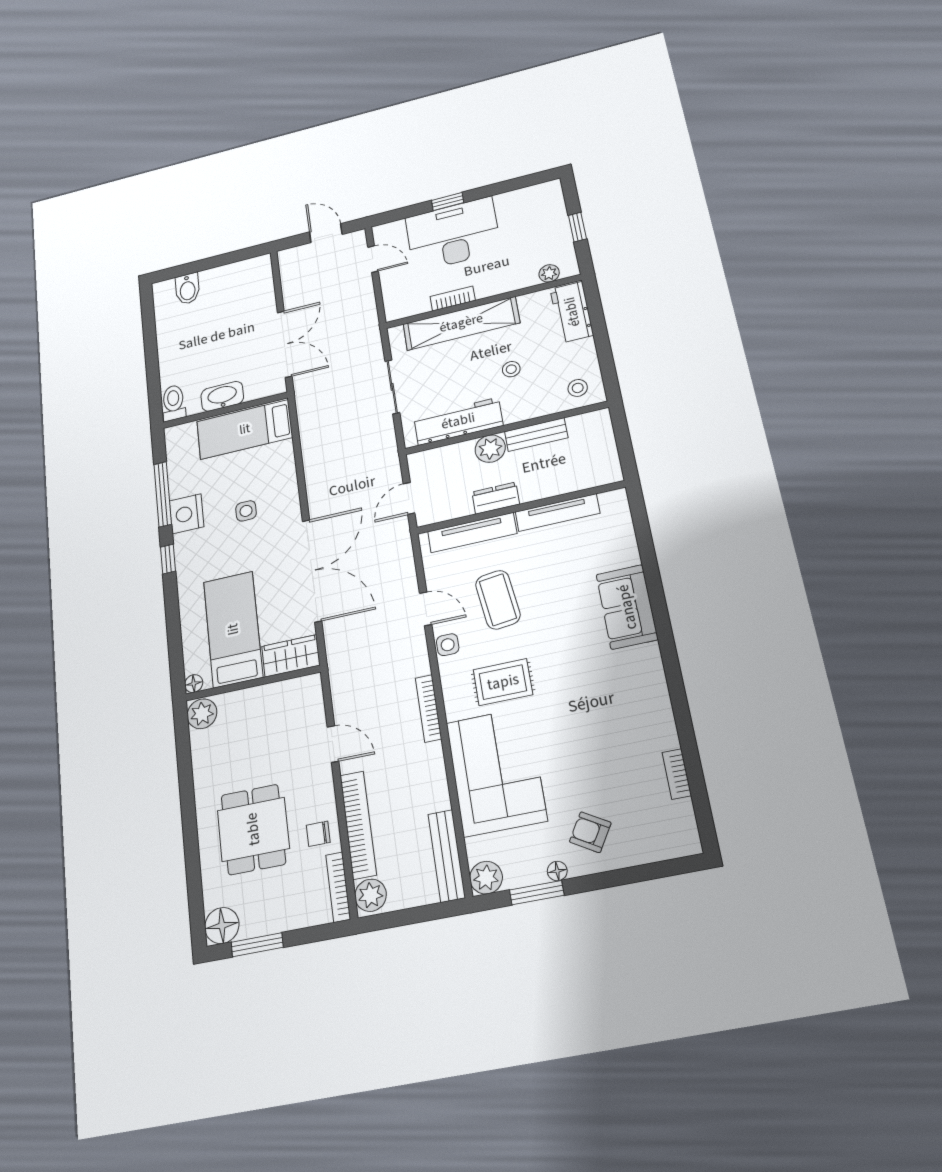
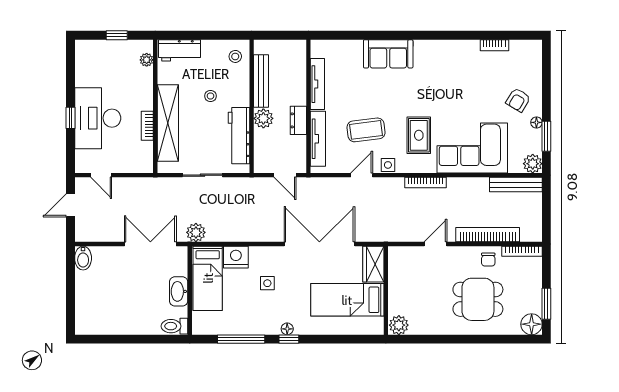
door: (373, 259) -> (101, 175), swing flipped
bidet: (187, 289) -> (83, 258), moved, turned 90
bench: (536, 435) -> (261, 81), width x1.36
nightstand: (187, 514) -> (236, 257), moved, turned 180
floor lamp: (194, 684) -> (287, 329), moved
plant: (371, 895) -> (196, 232), moved

